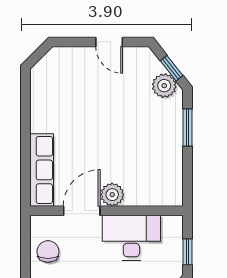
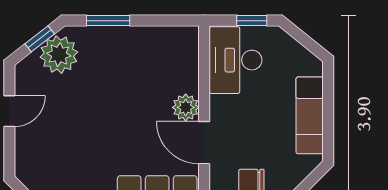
plant: (164, 86) -> (59, 55), width x1.36, depth x1.36
desk: (131, 238) -> (236, 60), moved

